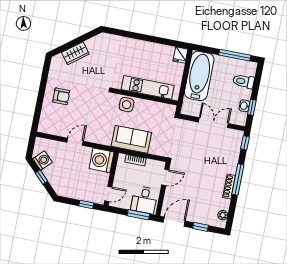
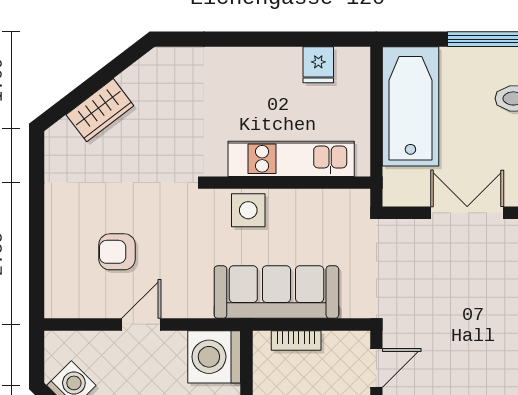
fridge: (180, 55) -> (318, 65), moved
armchair: (61, 96) -> (117, 252), moved, turned 180
sofa: (131, 139) -> (276, 292), width x1.36

